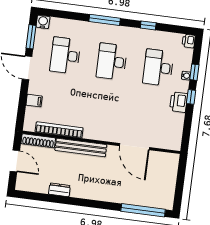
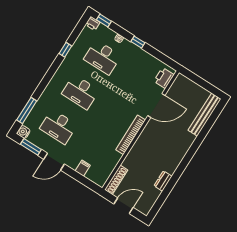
window: (105, 20) -> (27, 111), moved
window: (194, 72) -> (104, 20), moved
printer: (179, 102) -> (164, 78), moved, turned 90
bookcase: (59, 130) -> (131, 135), moved
bench: (81, 148) -> (205, 115), moved
window: (143, 210) -> (210, 122), removed

